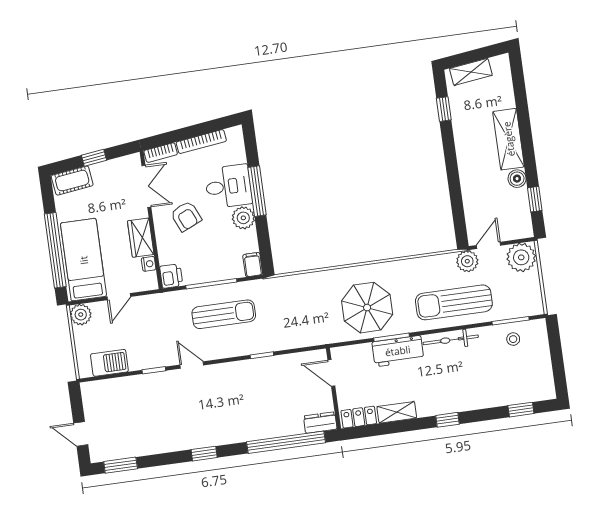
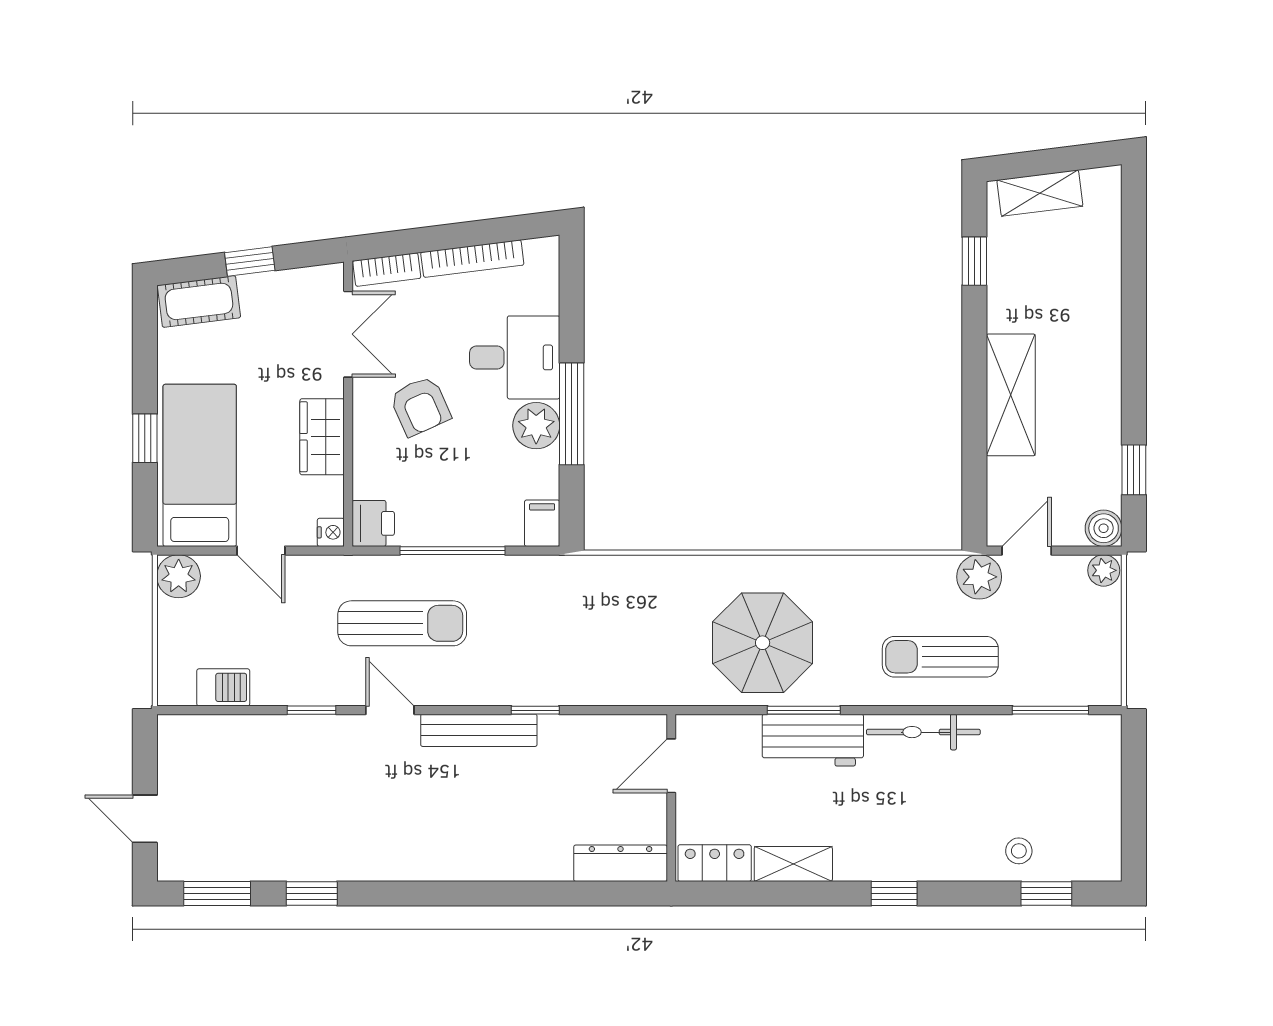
shelving: (509, 139) -> (1011, 395), moved
boiler: (517, 179) -> (1104, 528), moved
window: (257, 191) -> (572, 414), moved
window: (55, 250) -> (145, 438), width x0.32
plant: (521, 257) -> (1104, 570), width x0.53, depth x0.53
nightstand: (149, 264) -> (331, 532), moved
door: (119, 297) -> (261, 551), hinge flipped
sun lounger: (454, 302) -> (940, 657), width x0.73, depth x0.75
sun lounger: (224, 314) -> (402, 623), moved
stool: (513, 339) -> (1019, 851), moved
barbecue: (109, 363) -> (223, 687), width x0.73, depth x0.79
bench: (236, 369) -> (479, 730), added
door: (331, 373) -> (671, 766), hinge flipped
dresser: (320, 423) -> (621, 863), width x1.44
window: (286, 442) -> (560, 893), removed
window: (204, 454) -> (312, 893), moved

